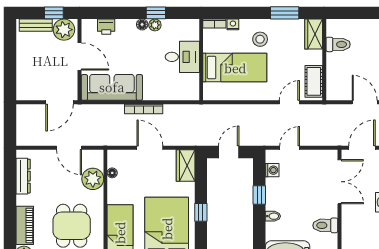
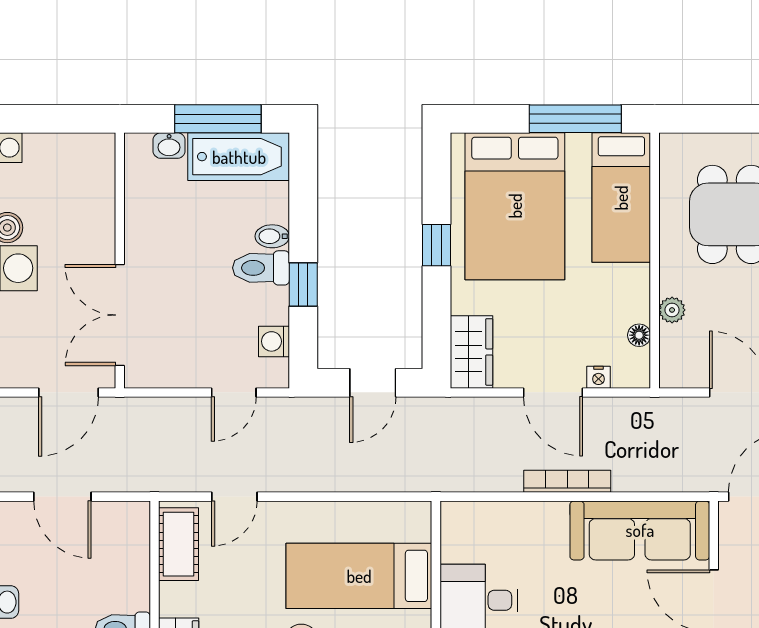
nightstand: (130, 154) -> (598, 377), added
plant: (93, 179) -> (672, 310), width x0.53, depth x0.53
toilet: (325, 225) -> (261, 268), moved, turned 180

